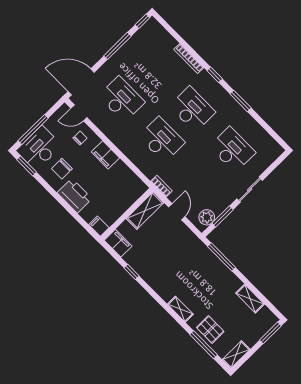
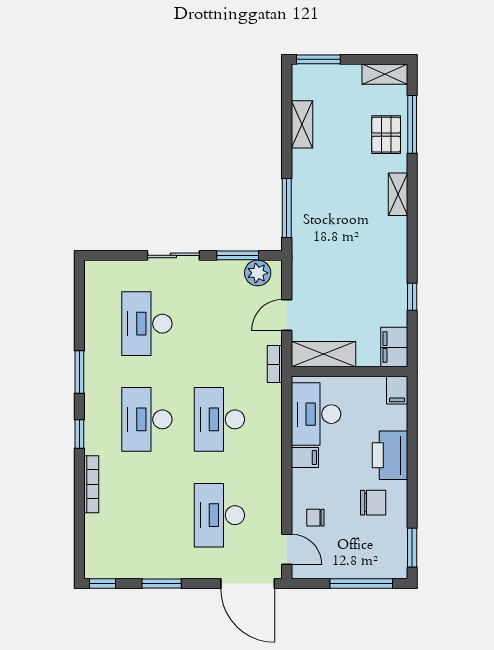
window: (117, 46) -> (162, 583), width x0.69
desk: (39, 148) -> (316, 414), moved, turned 90
filing cabinet: (105, 155) -> (305, 457), width x0.50

